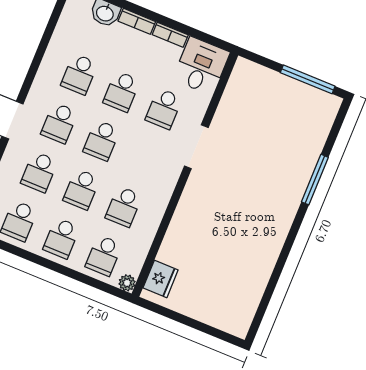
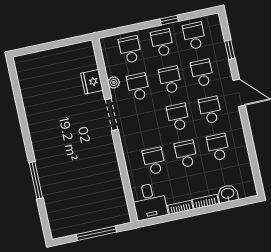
window: (308, 79) -> (96, 233), moved
doorway: (196, 147) -> (111, 115), moved
window: (36, 259) -> (169, 20), added
fridge: (161, 279) -> (92, 82), moved
plant: (127, 283) -> (114, 83), moved

